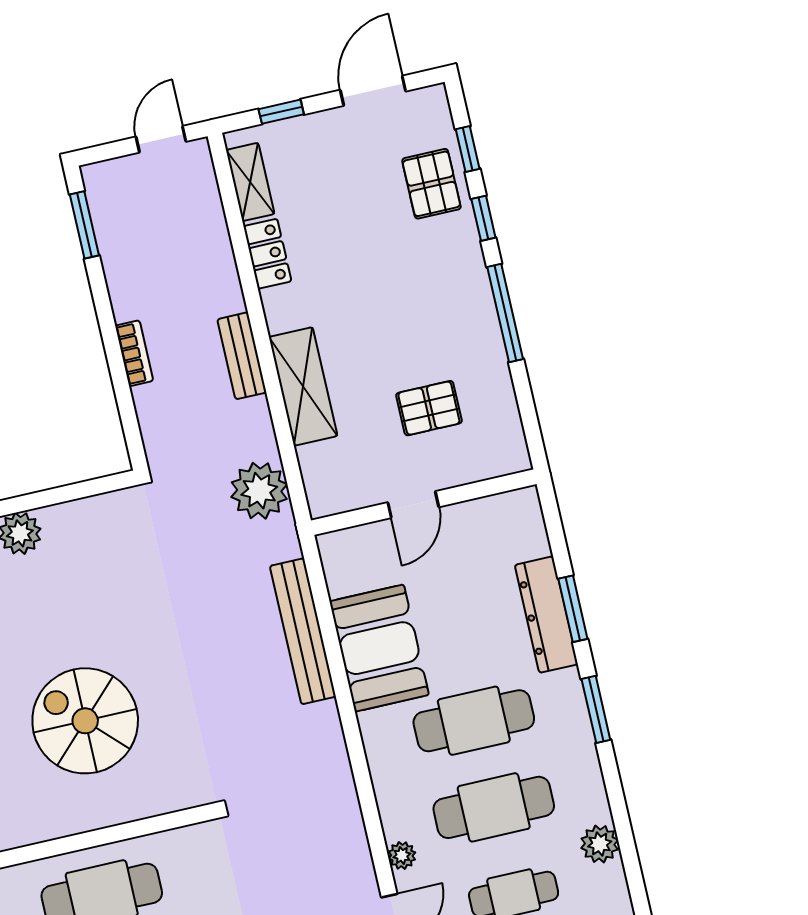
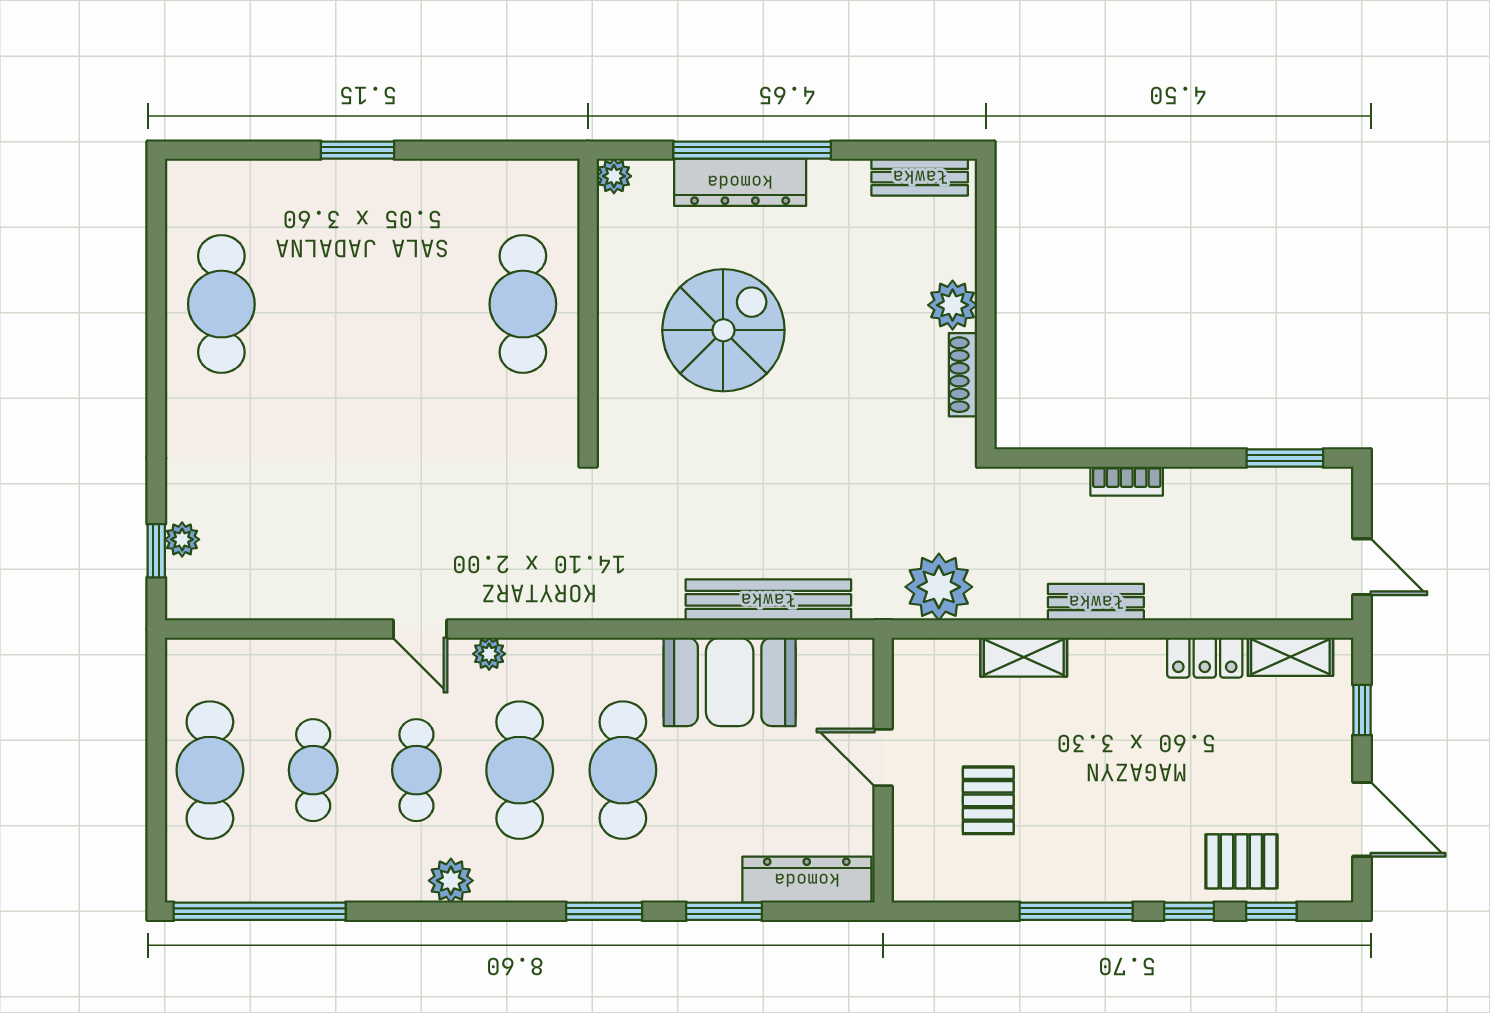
shelving: (303, 386) -> (1024, 657), width x0.67, depth x0.75
shoe rack: (76, 511) -> (963, 375), added
dresser: (546, 615) -> (807, 880), moved

